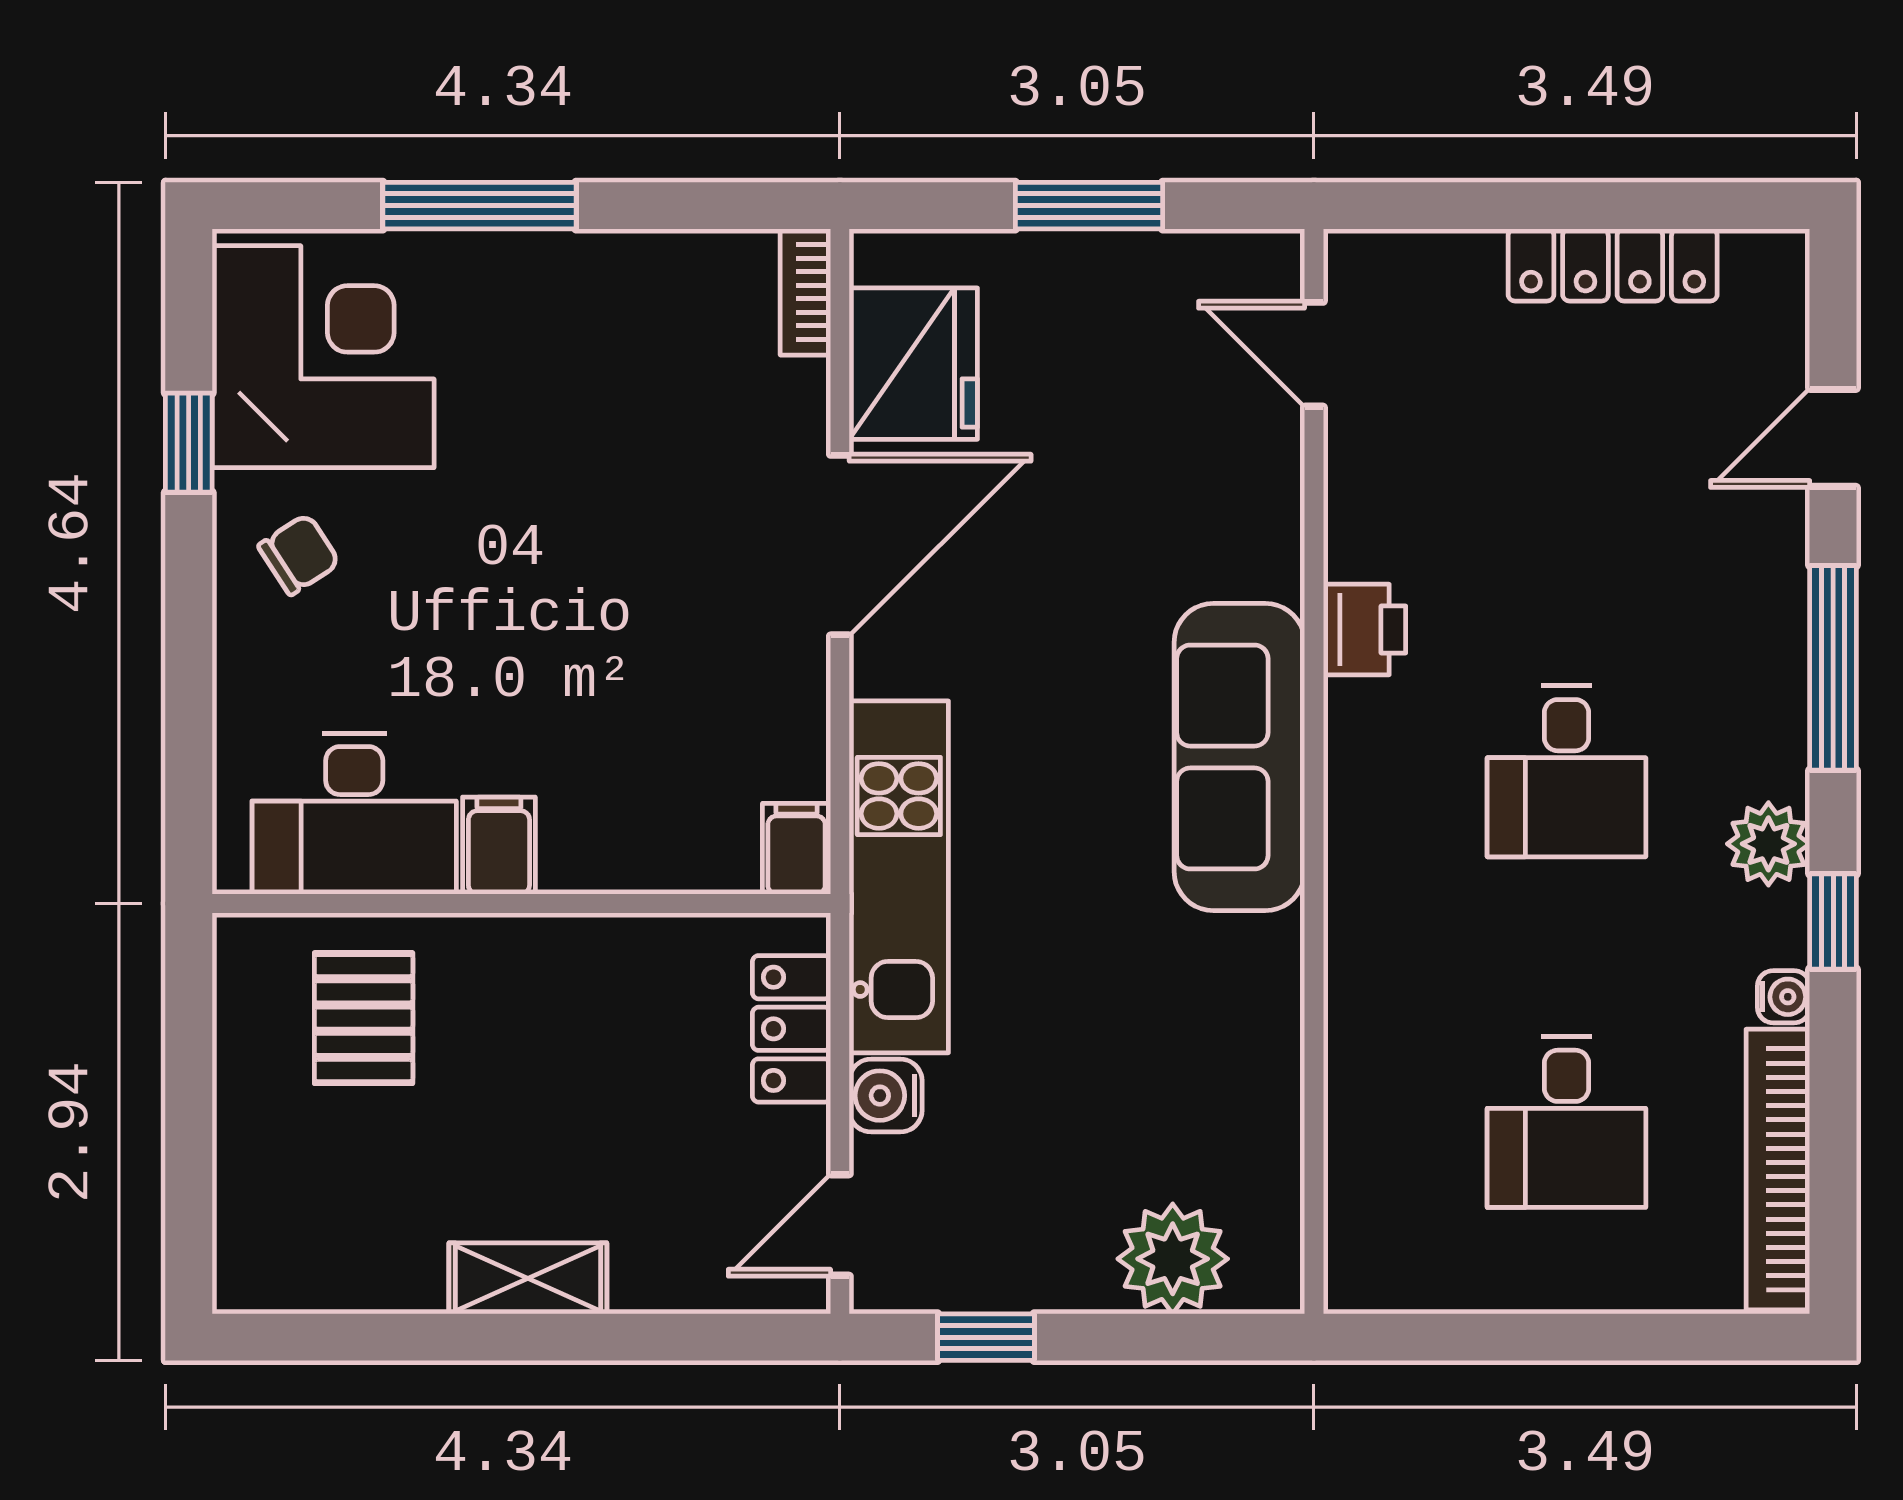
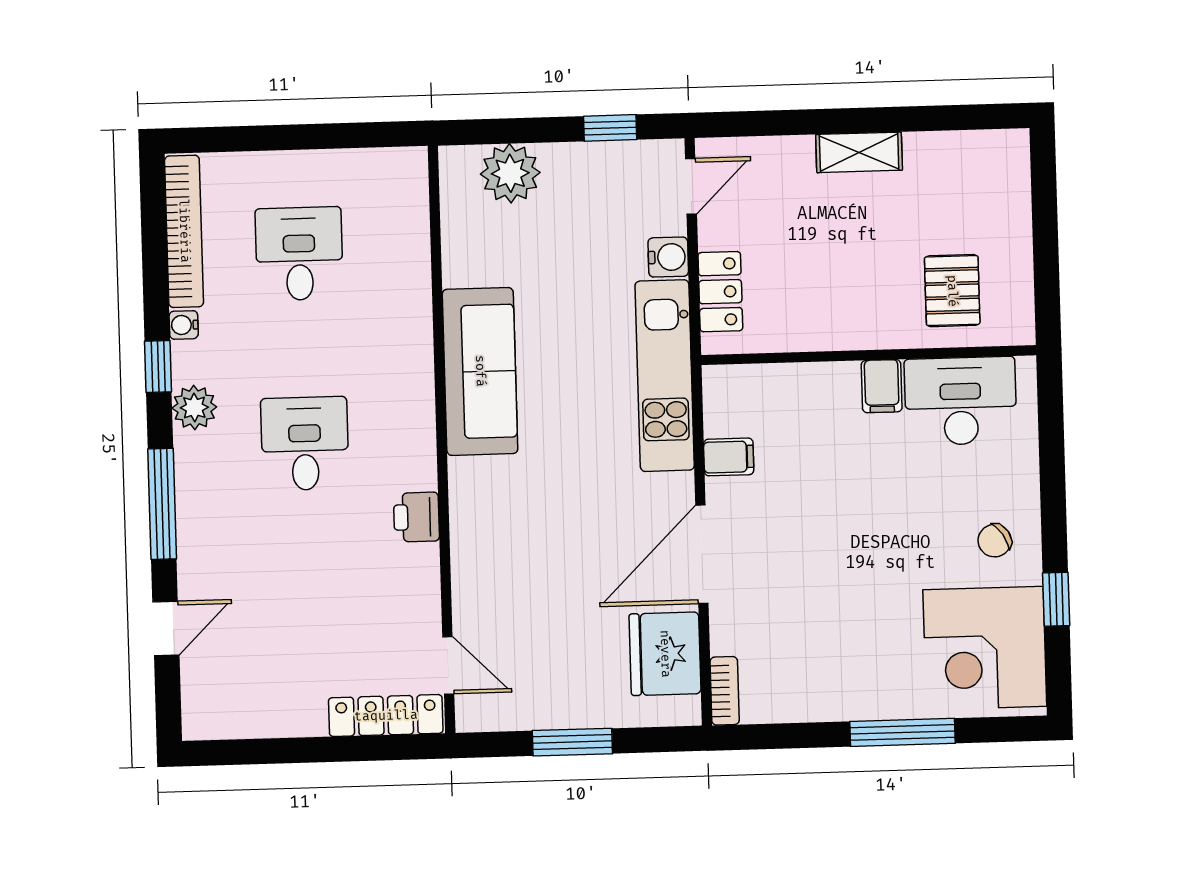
locker: (1613, 265) -> (386, 716), moved
sofa: (1239, 757) -> (480, 371), moved
filing cabinet: (797, 849) -> (729, 457), moved, turned -90

